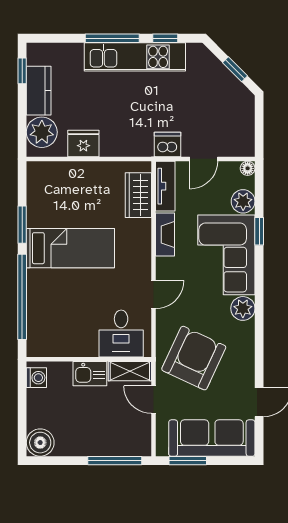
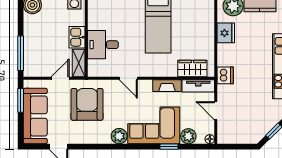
dishwasher: (167, 145) -> (225, 75), moved
desk: (121, 334) -> (103, 45), moved
armchair: (194, 358) -> (87, 104), turned -115

